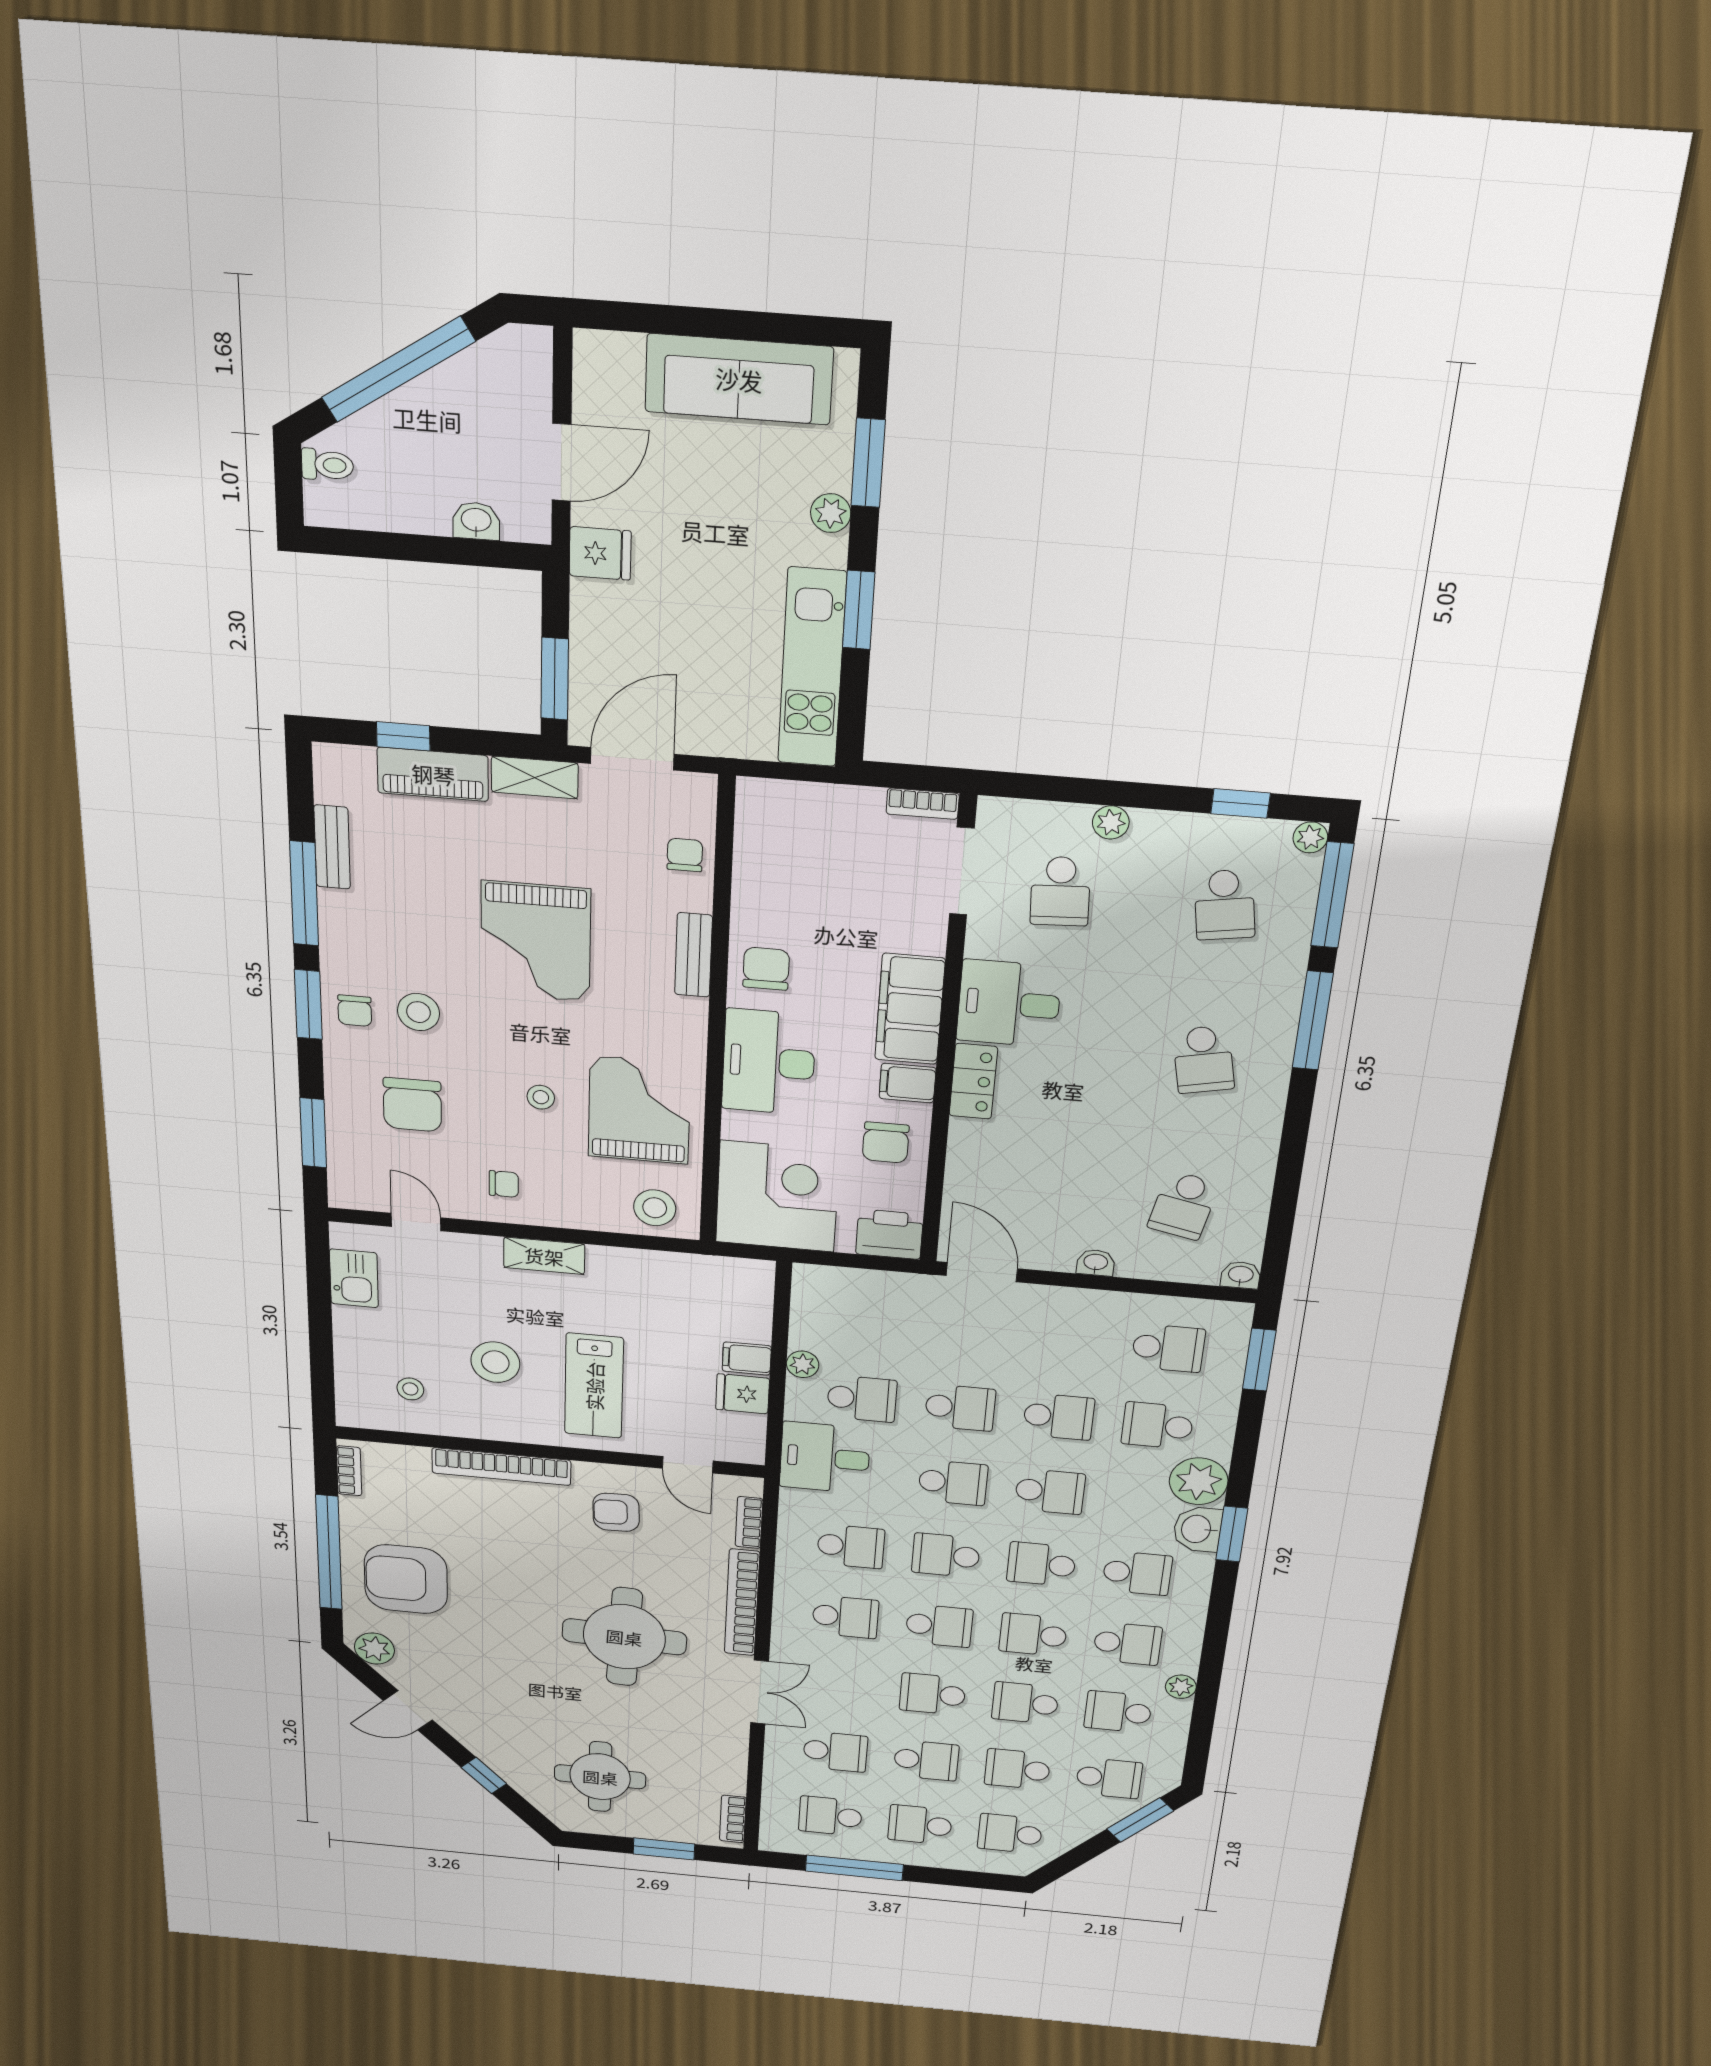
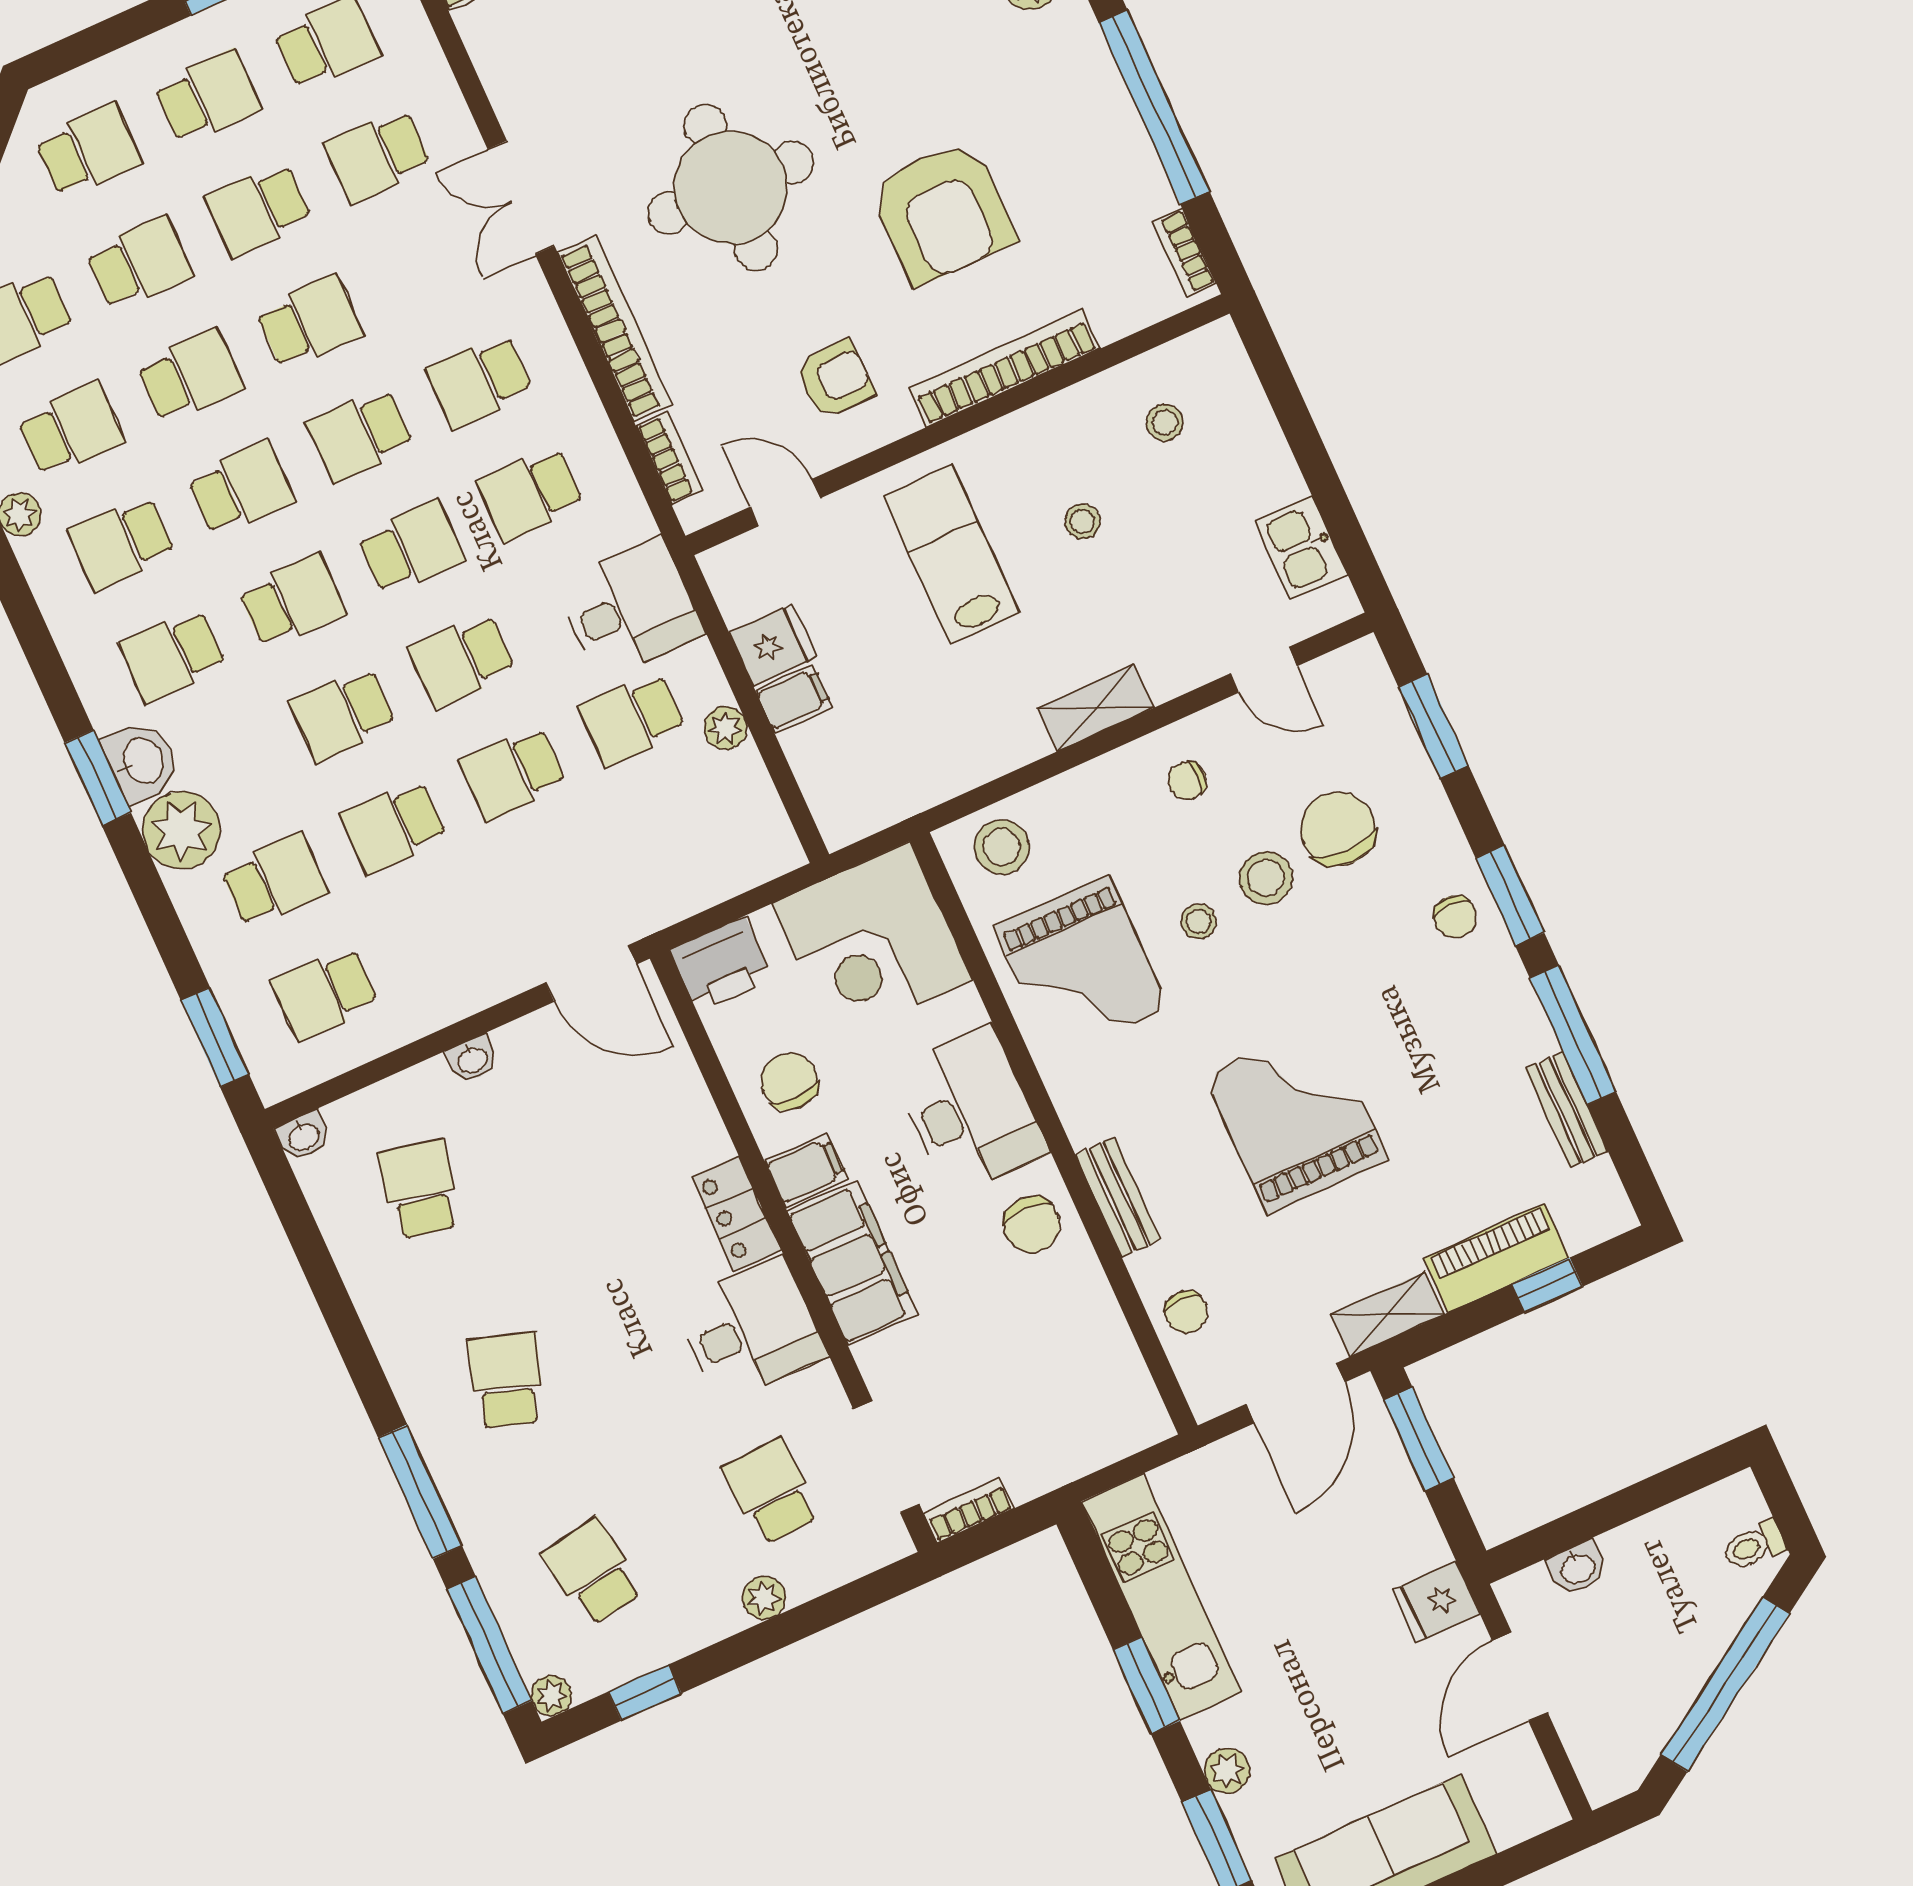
chair: (355, 1011) -> (1455, 917), turned 180
stool: (418, 1012) -> (1266, 878), moved
school desk: (1203, 1059) -> (506, 1380), turned 30
stool: (495, 1362) -> (1082, 522), width x0.53, depth x0.53
armchair: (406, 1579) -> (943, 212), moved, turned 90

